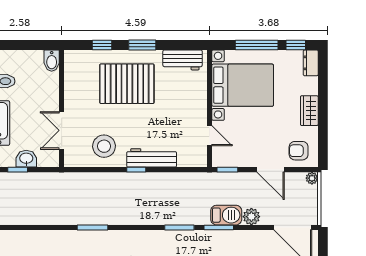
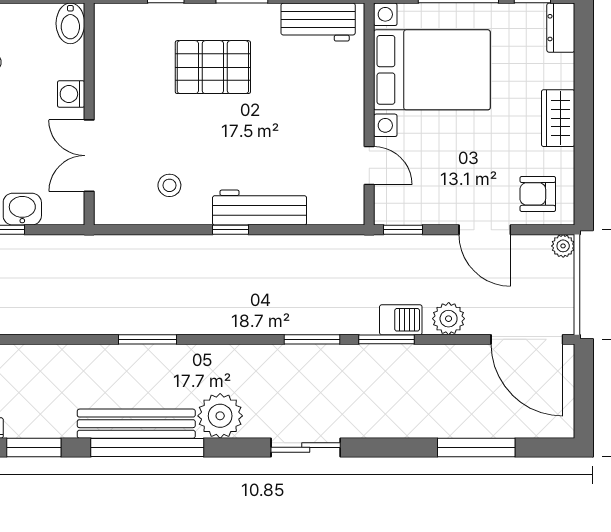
pallet: (127, 84) -> (213, 67), width x0.73, depth x0.71
washing machine: (52, 98) -> (71, 94), added
stool: (104, 146) -> (169, 185), width x0.53, depth x0.53
barbecue: (226, 215) -> (401, 320), width x0.73, depth x0.79

